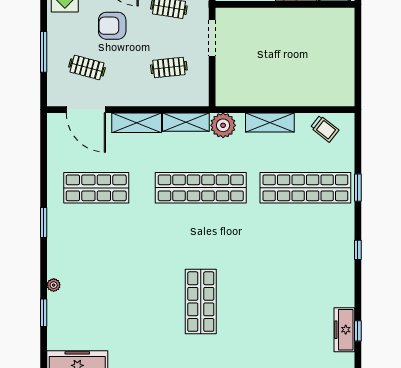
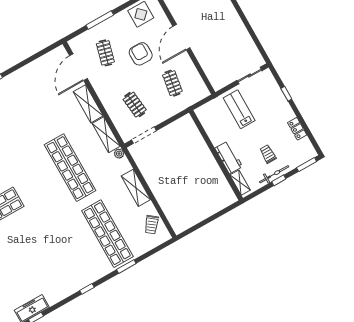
doorway: (212, 38) -> (144, 135), moved
plant: (223, 125) -> (119, 154), width x0.53, depth x0.53
shop shelf: (96, 188) -> (33, 102), removed

